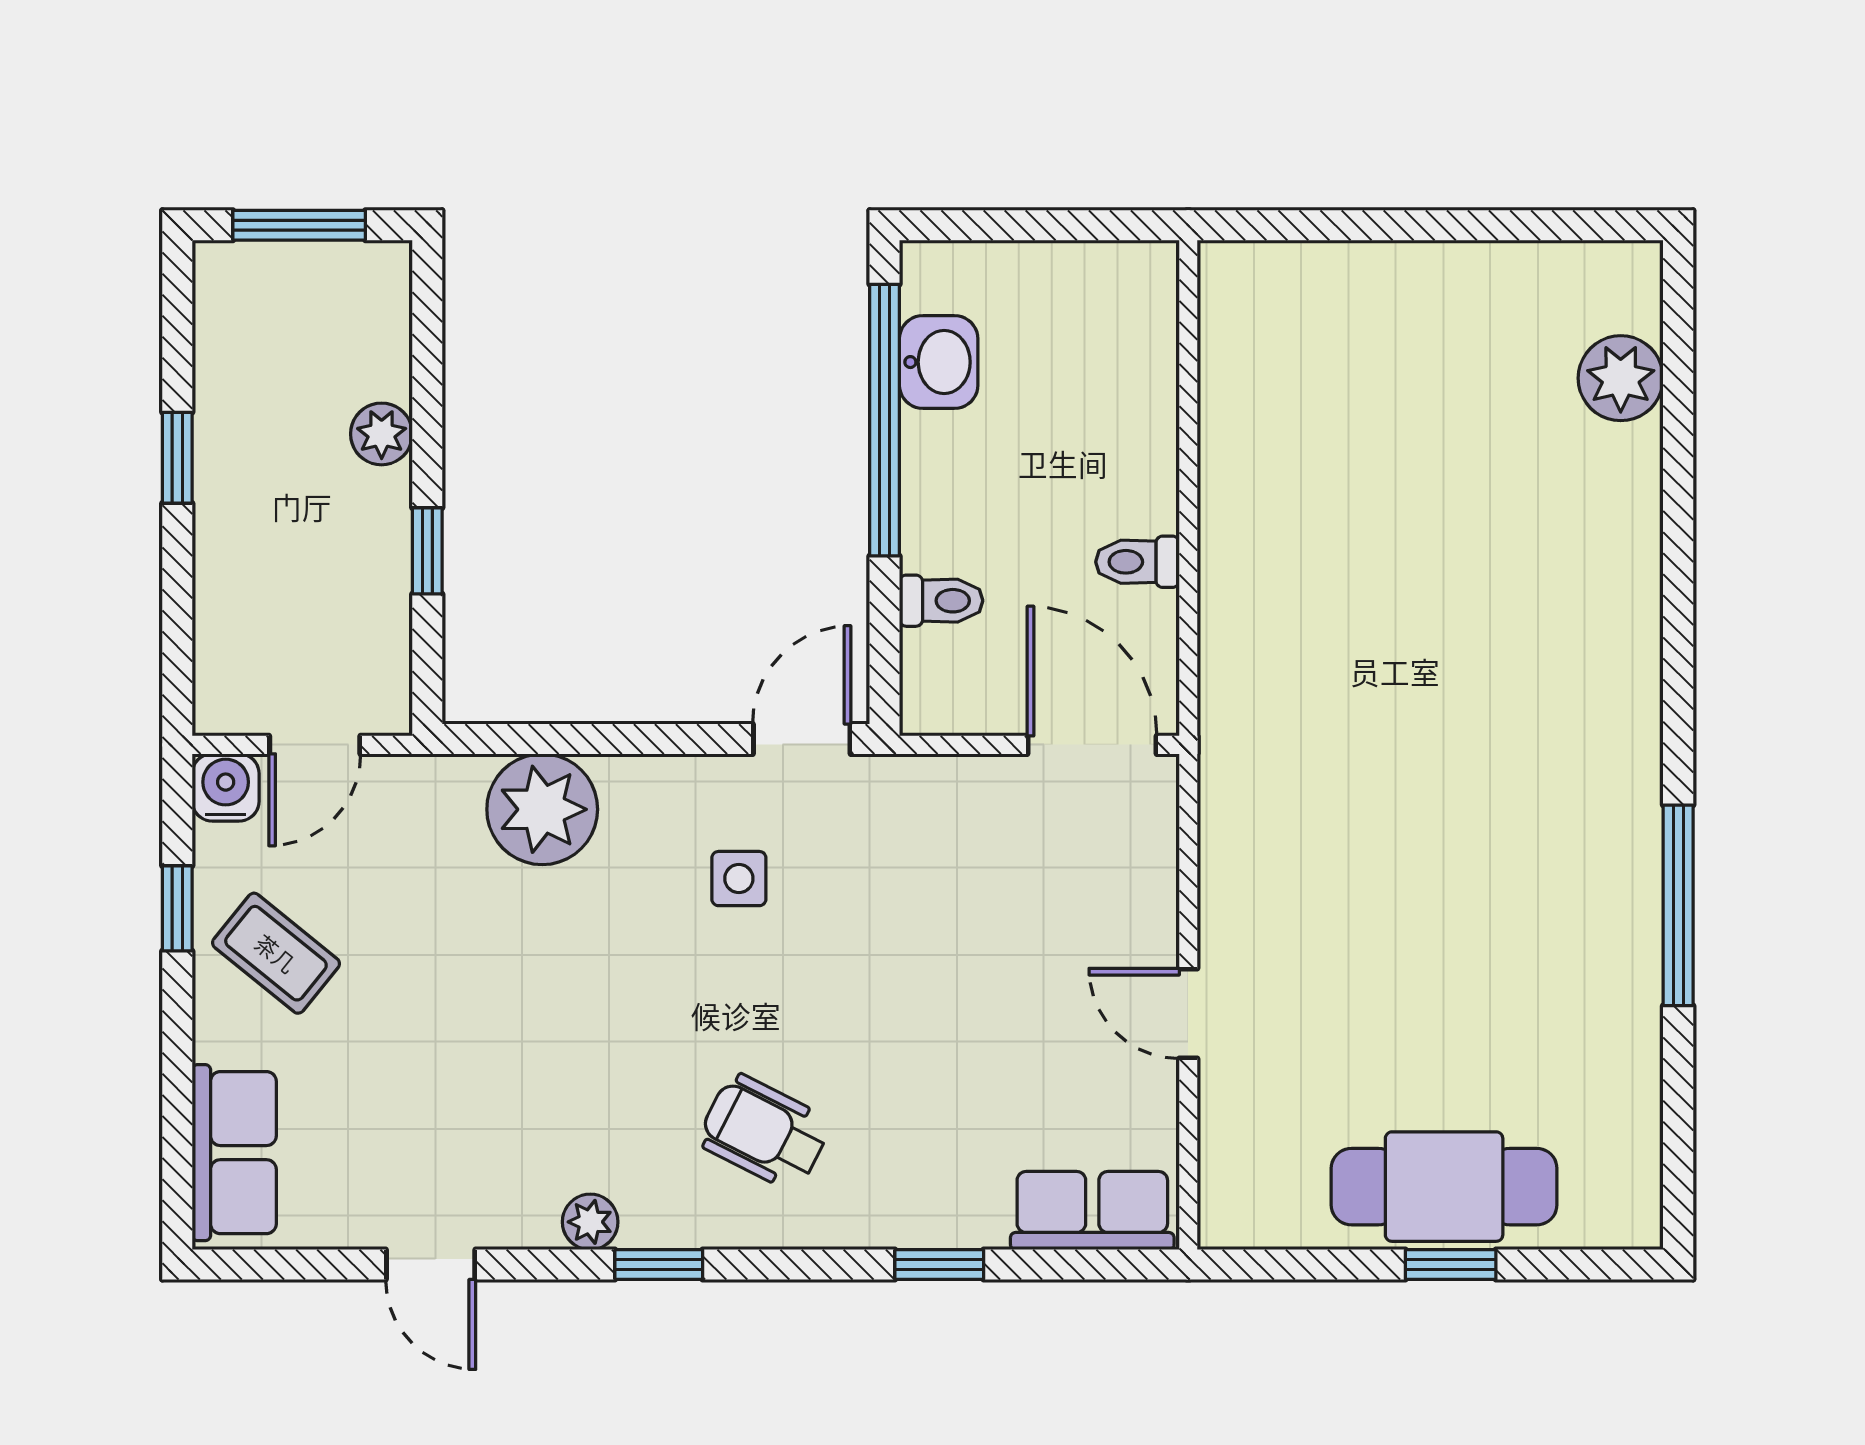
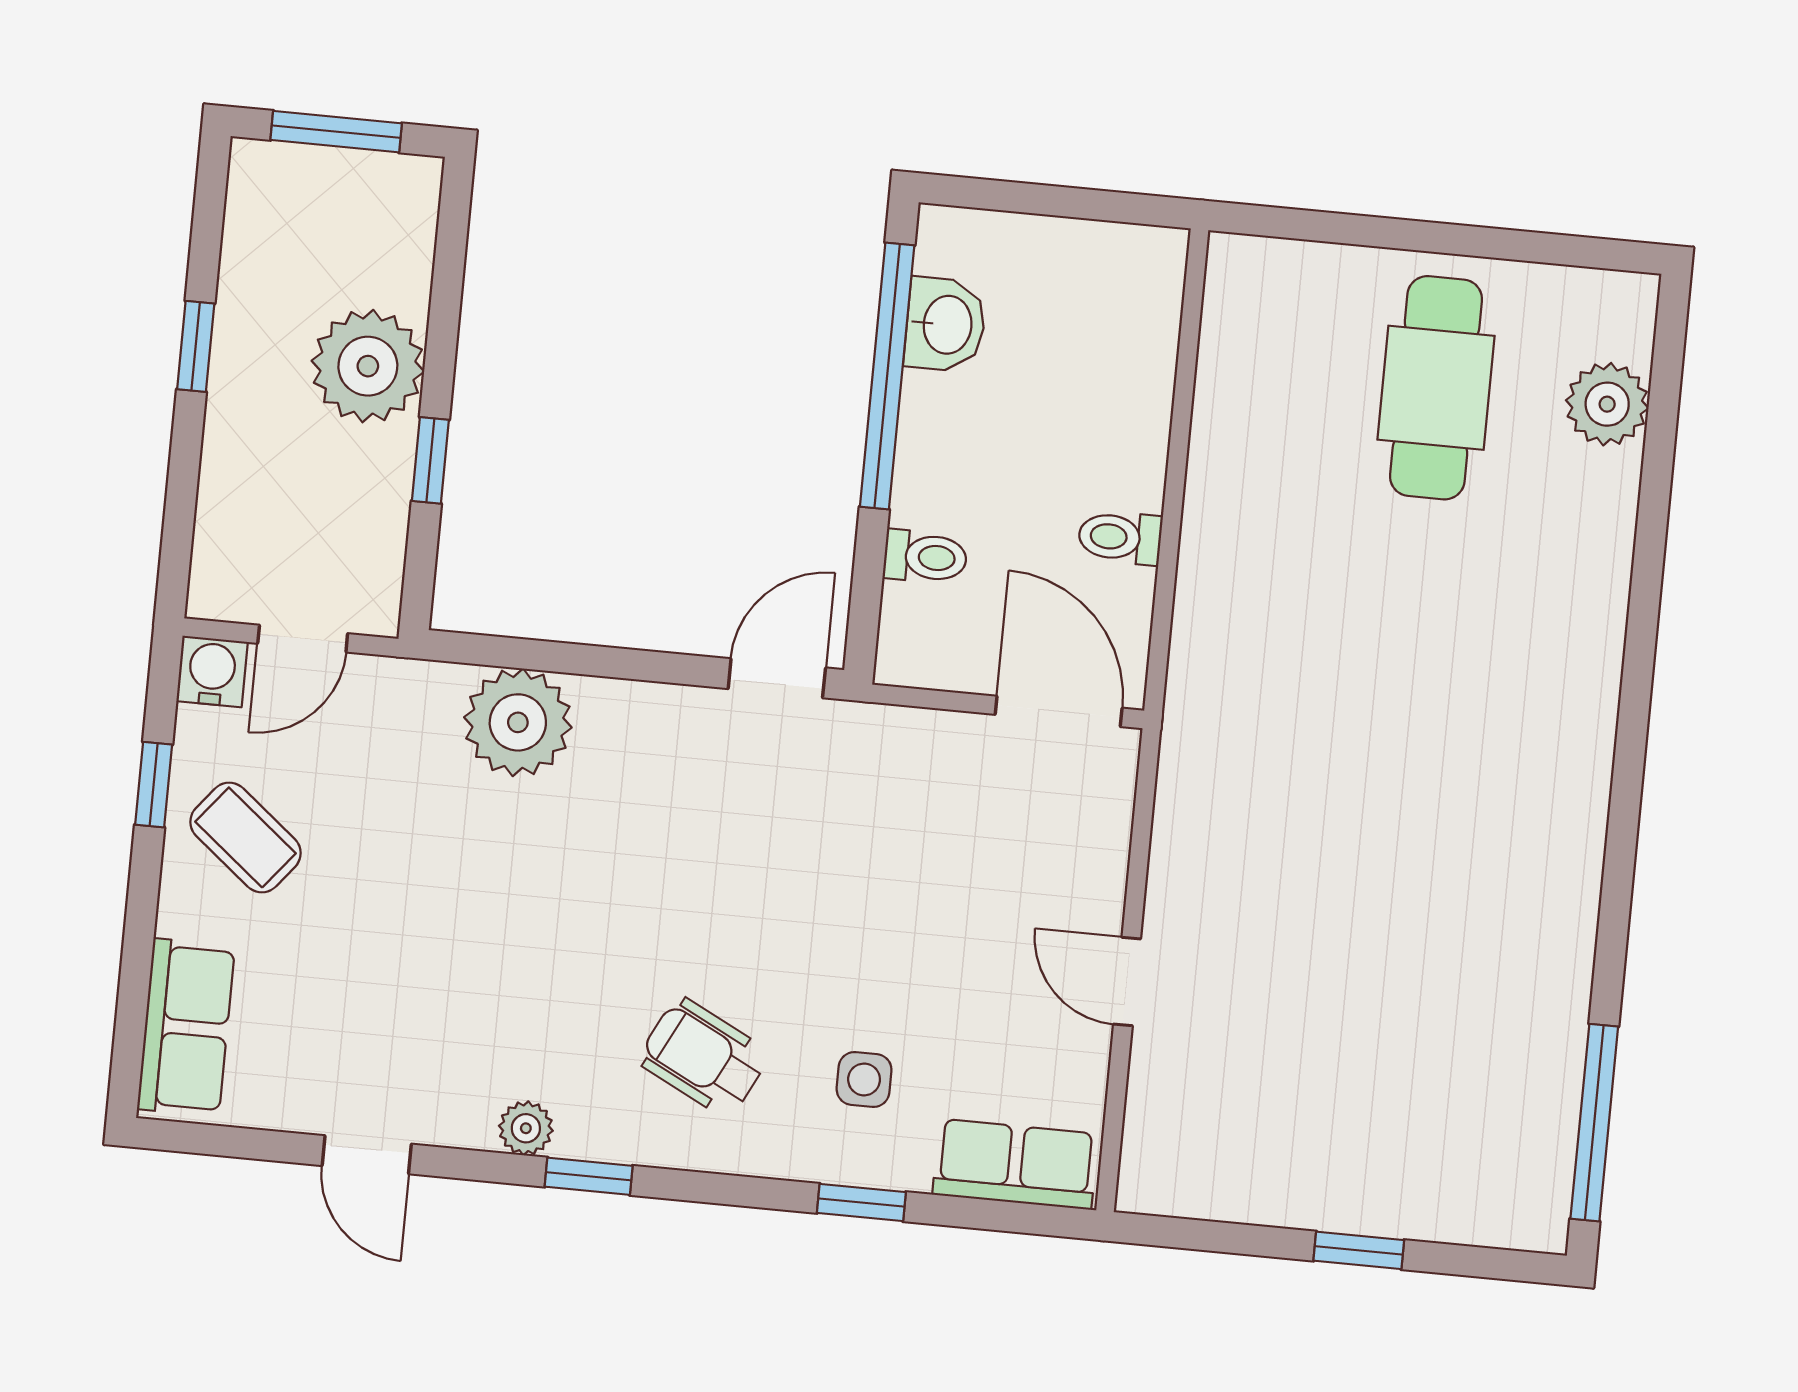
plant: (382, 434) -> (368, 366), width x1.87, depth x1.87
side table: (739, 879) -> (864, 1079), moved
window: (1678, 905) -> (1594, 1123), moved
cafe table: (1444, 1187) -> (1436, 388), moved, turned 90

